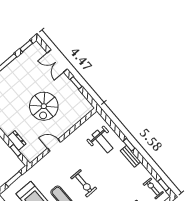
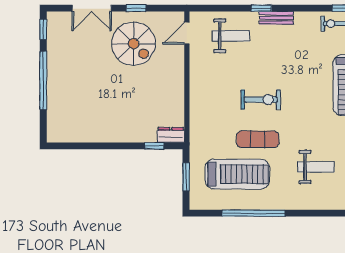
spiral stairs: (44, 106) -> (134, 44), moved
dresser: (17, 140) -> (171, 135), moved
door: (54, 145) -> (187, 33), moved

